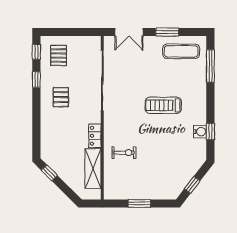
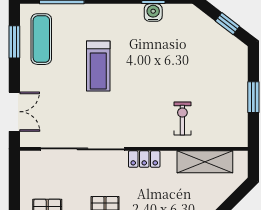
window: (167, 32) -> (14, 42), moved
treadmill: (163, 105) -> (98, 66), moved
locker: (95, 136) -> (144, 159), moved

